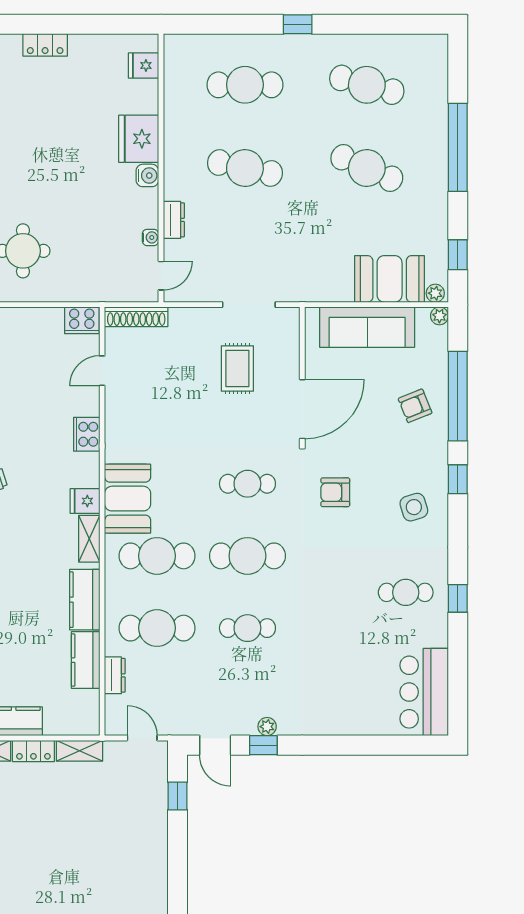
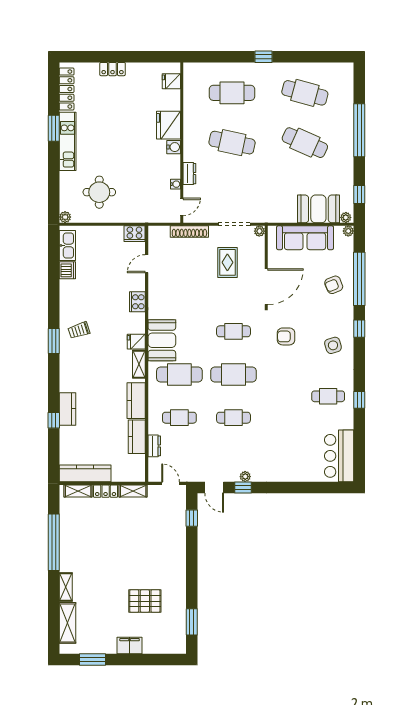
plant: (291, 316) -> (259, 231), added
shoe rack: (136, 317) -> (189, 232), moved
cafe table: (157, 628) -> (179, 418), width x0.73, depth x0.74

